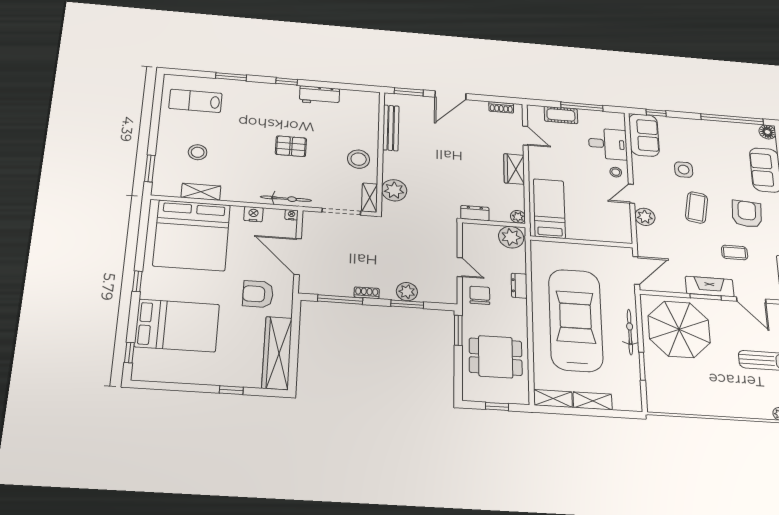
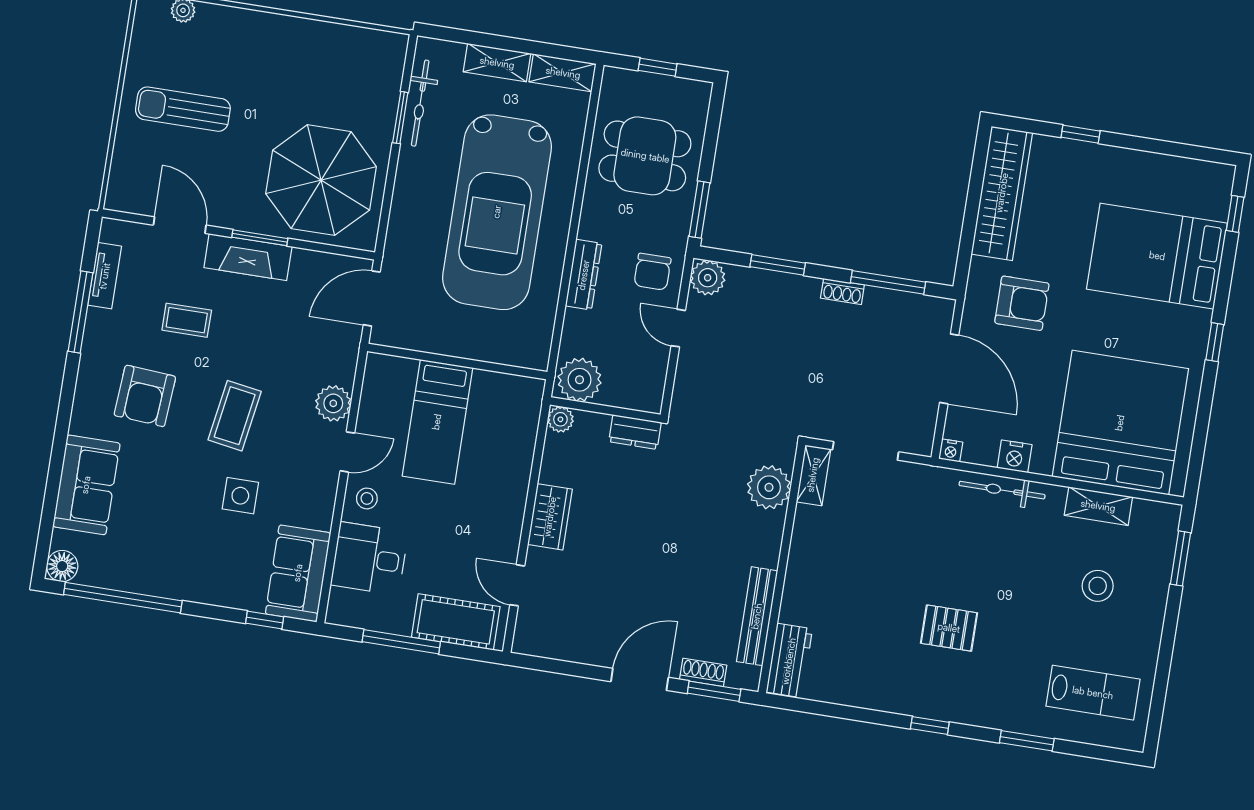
workbench: (320, 95) -> (789, 661), moved, turned 90
shoe rack: (501, 107) -> (703, 672), moved
cot: (561, 115) -> (456, 622), width x1.37, depth x1.34
pallet: (291, 146) -> (949, 628), moved
stool: (359, 159) -> (822, 555), removed
bicycle: (286, 199) -> (1002, 490), moved
bed: (549, 208) -> (437, 422), moved
dresser: (519, 286) -> (584, 275), width x1.44
plant: (407, 292) -> (708, 278), moved
bicycle: (630, 332) -> (420, 103), moved

